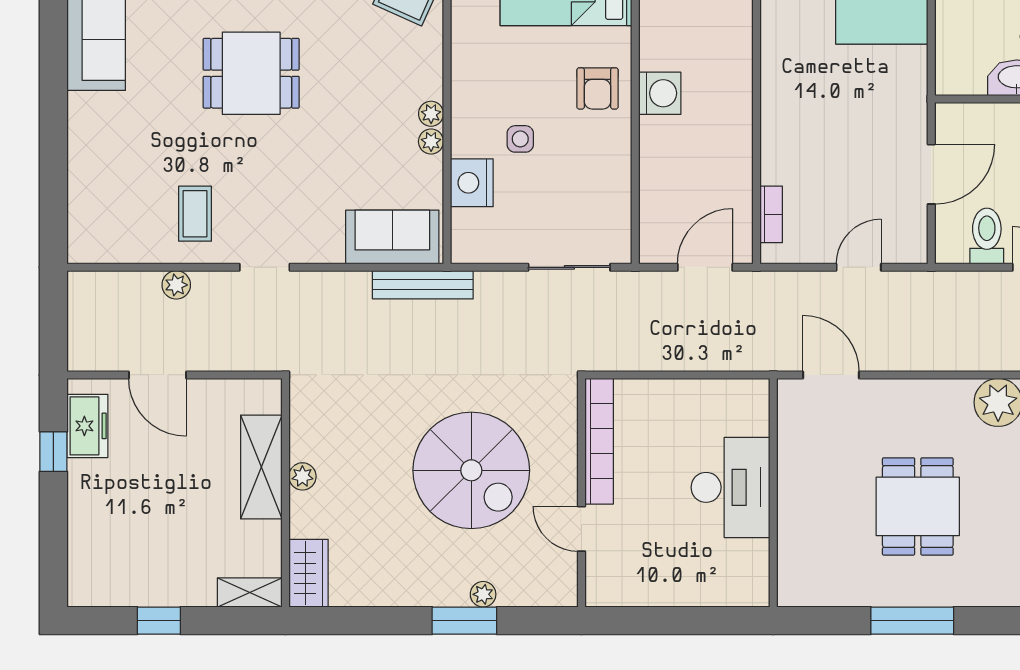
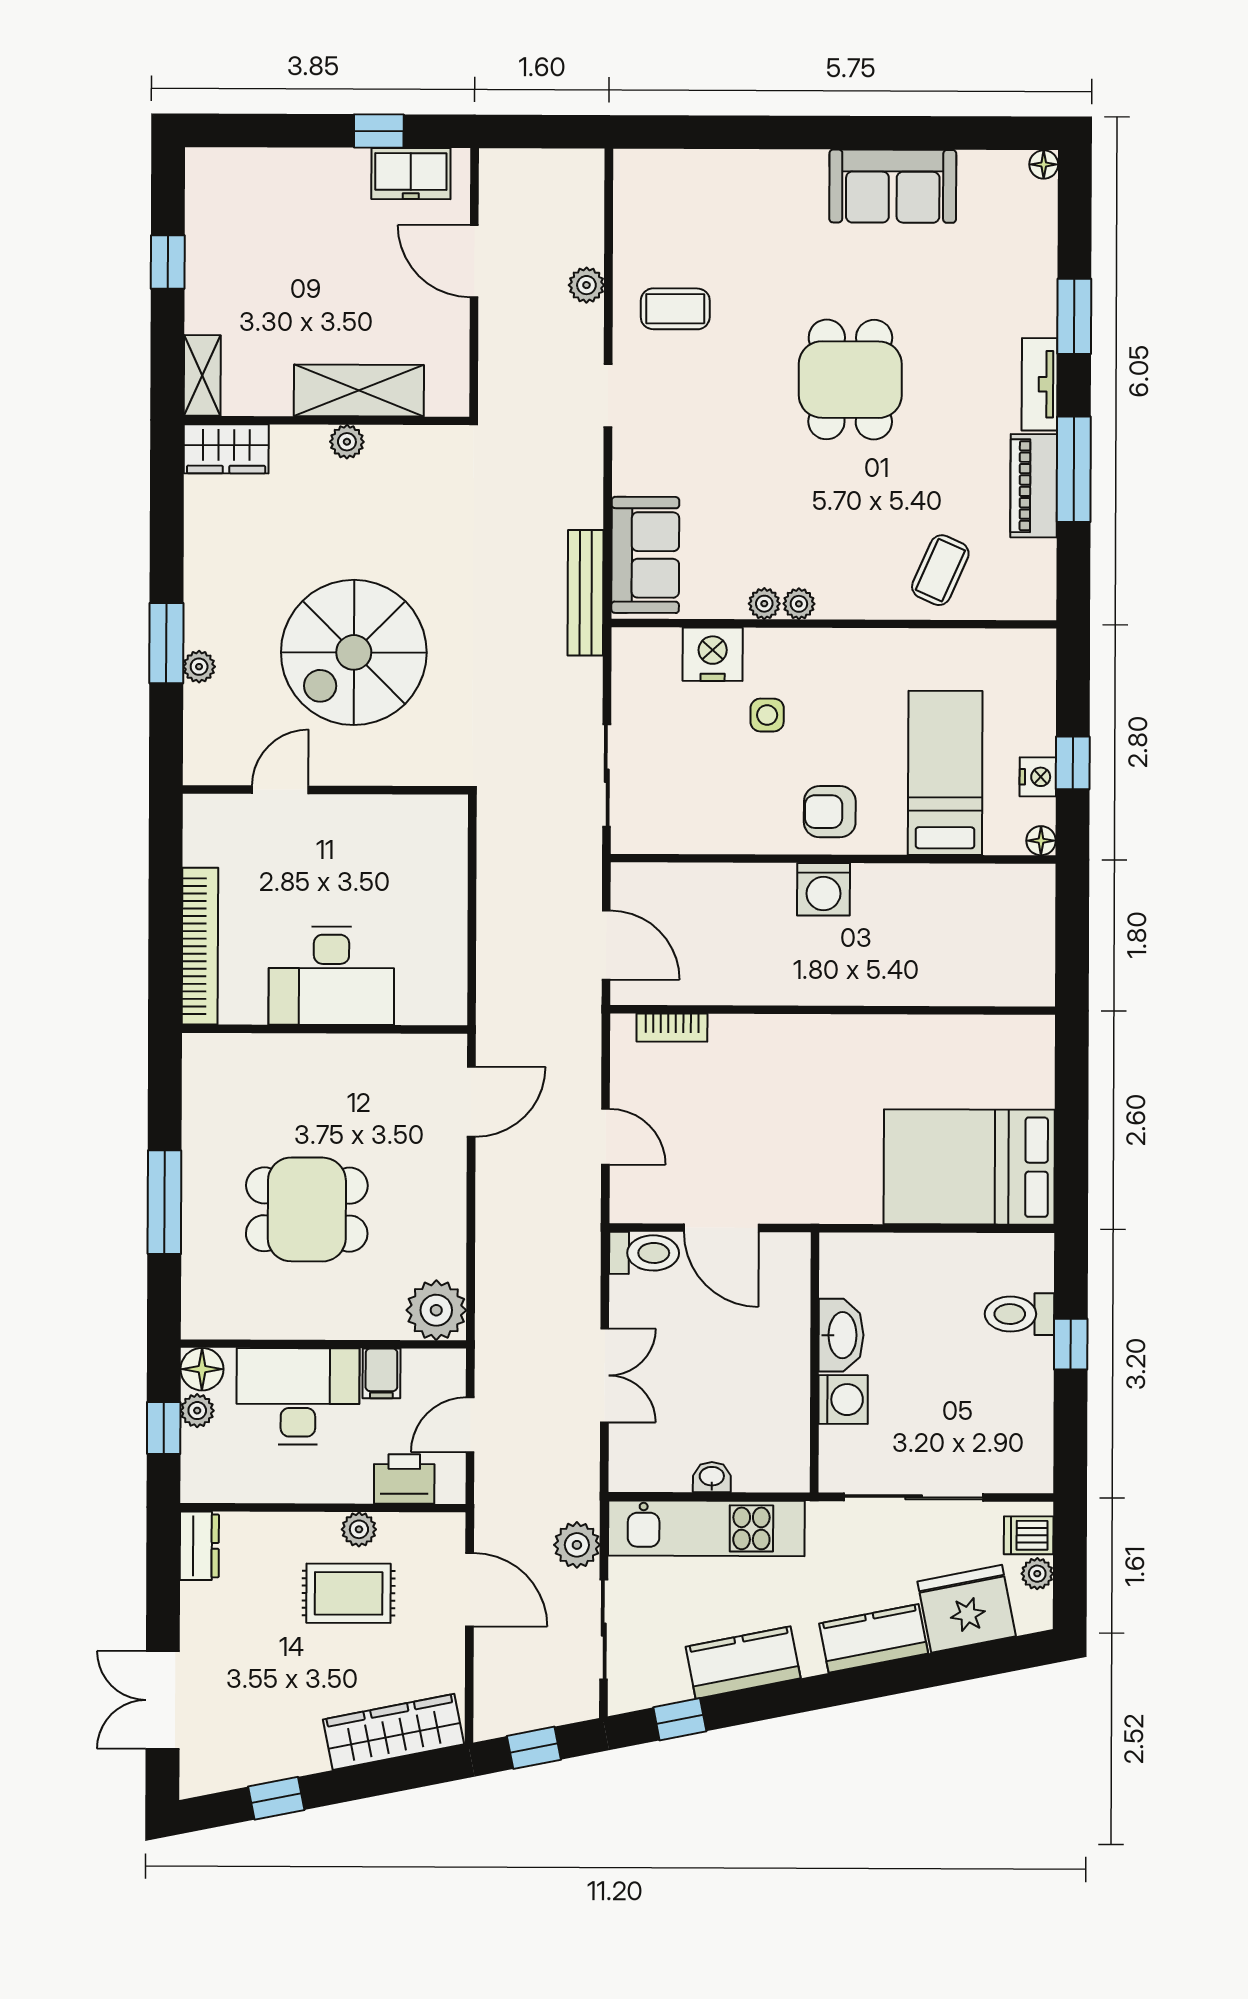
toilet: (987, 236) -> (644, 1253), moved
door: (157, 375) -> (474, 261), hinge flipped
bookcase: (599, 441) -> (200, 946), moved, turned -90

